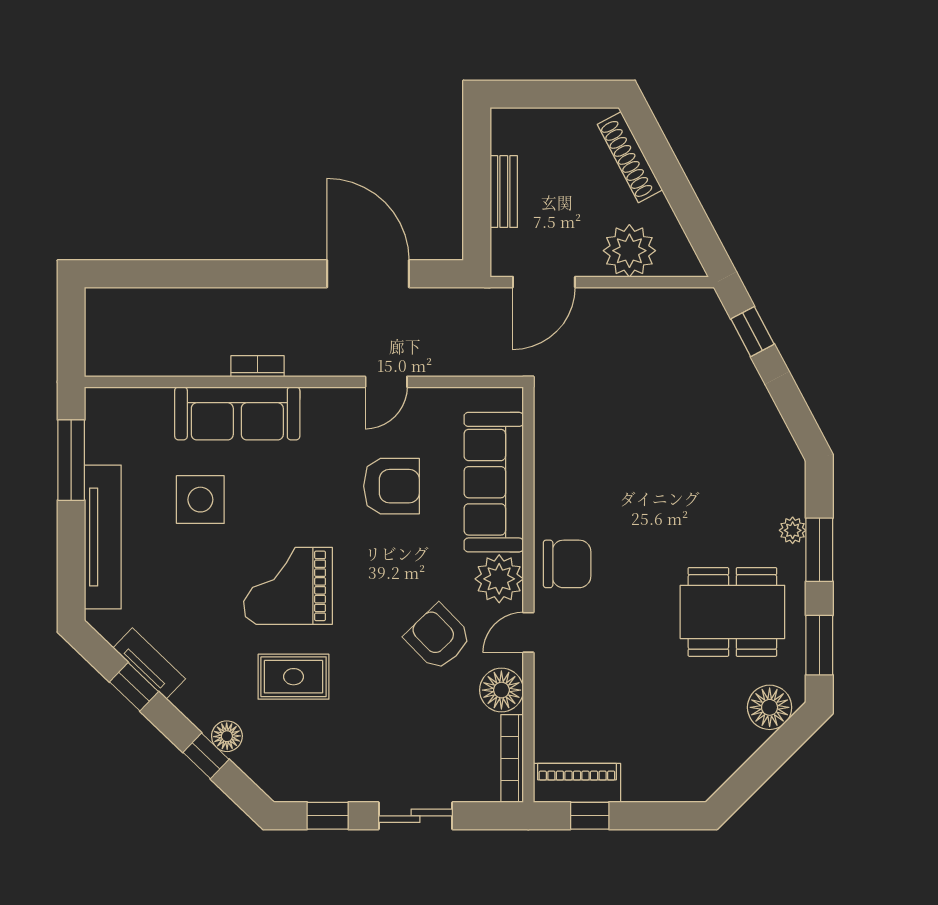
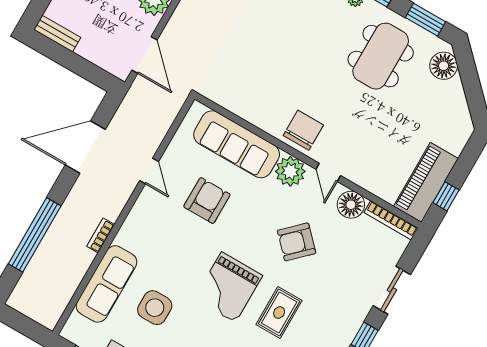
bench: (504, 192) -> (57, 34), moved
window: (205, 274) -> (35, 235), added
sofa: (237, 413) -> (106, 284), moved
armchair: (438, 637) -> (297, 242), moved
piano: (577, 783) -> (426, 182), width x1.37, depth x1.33

